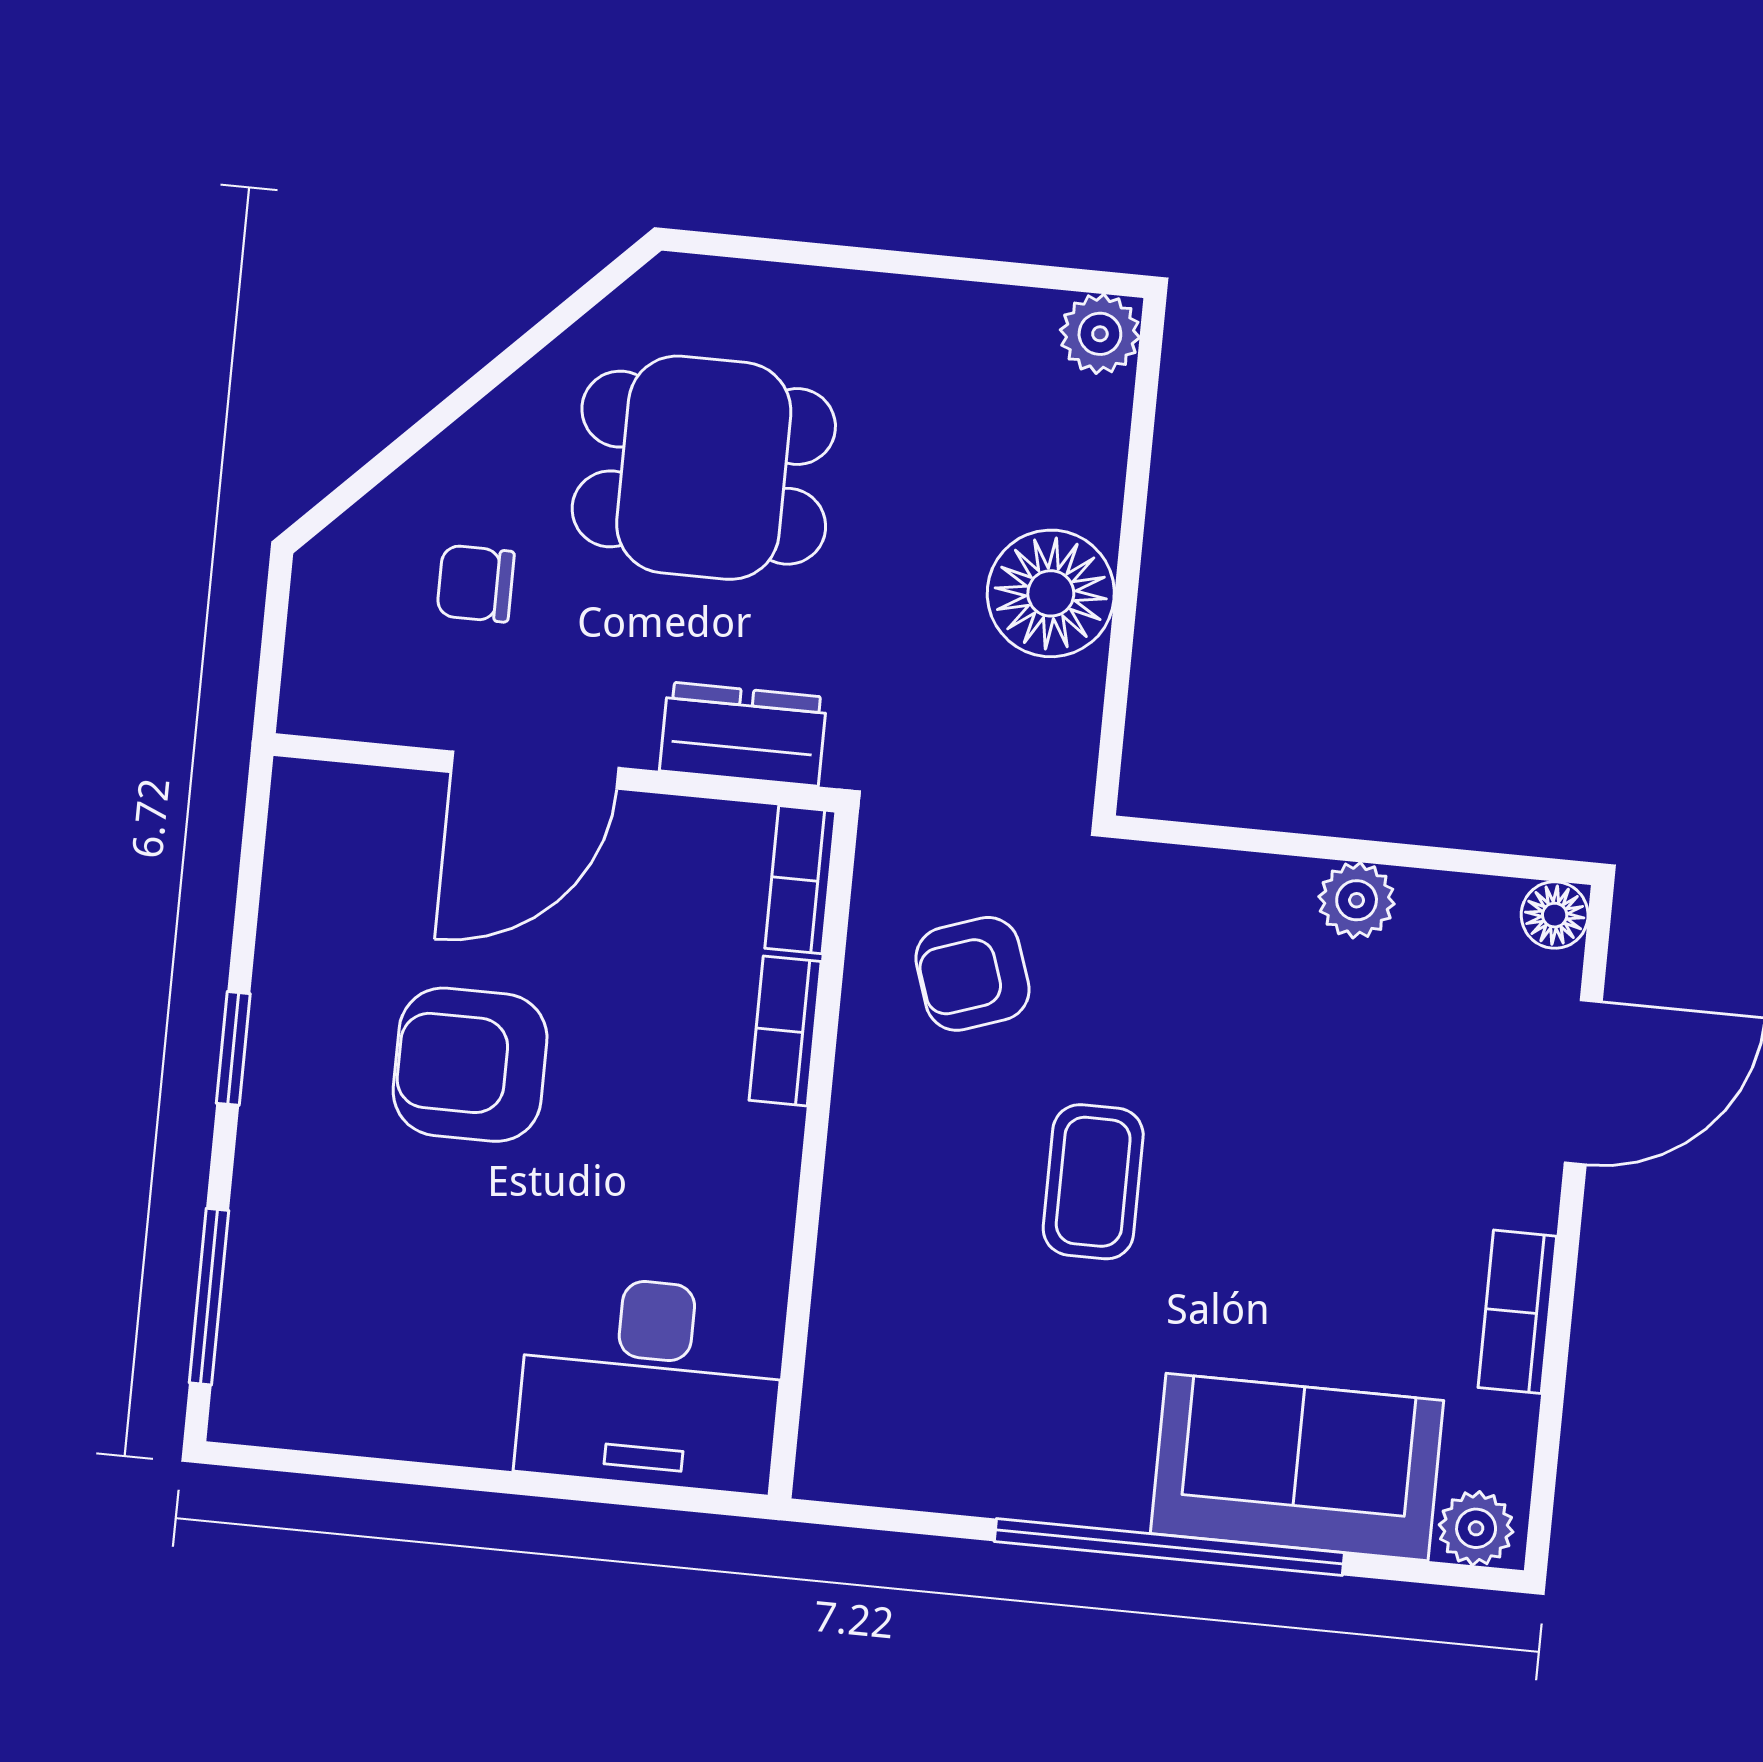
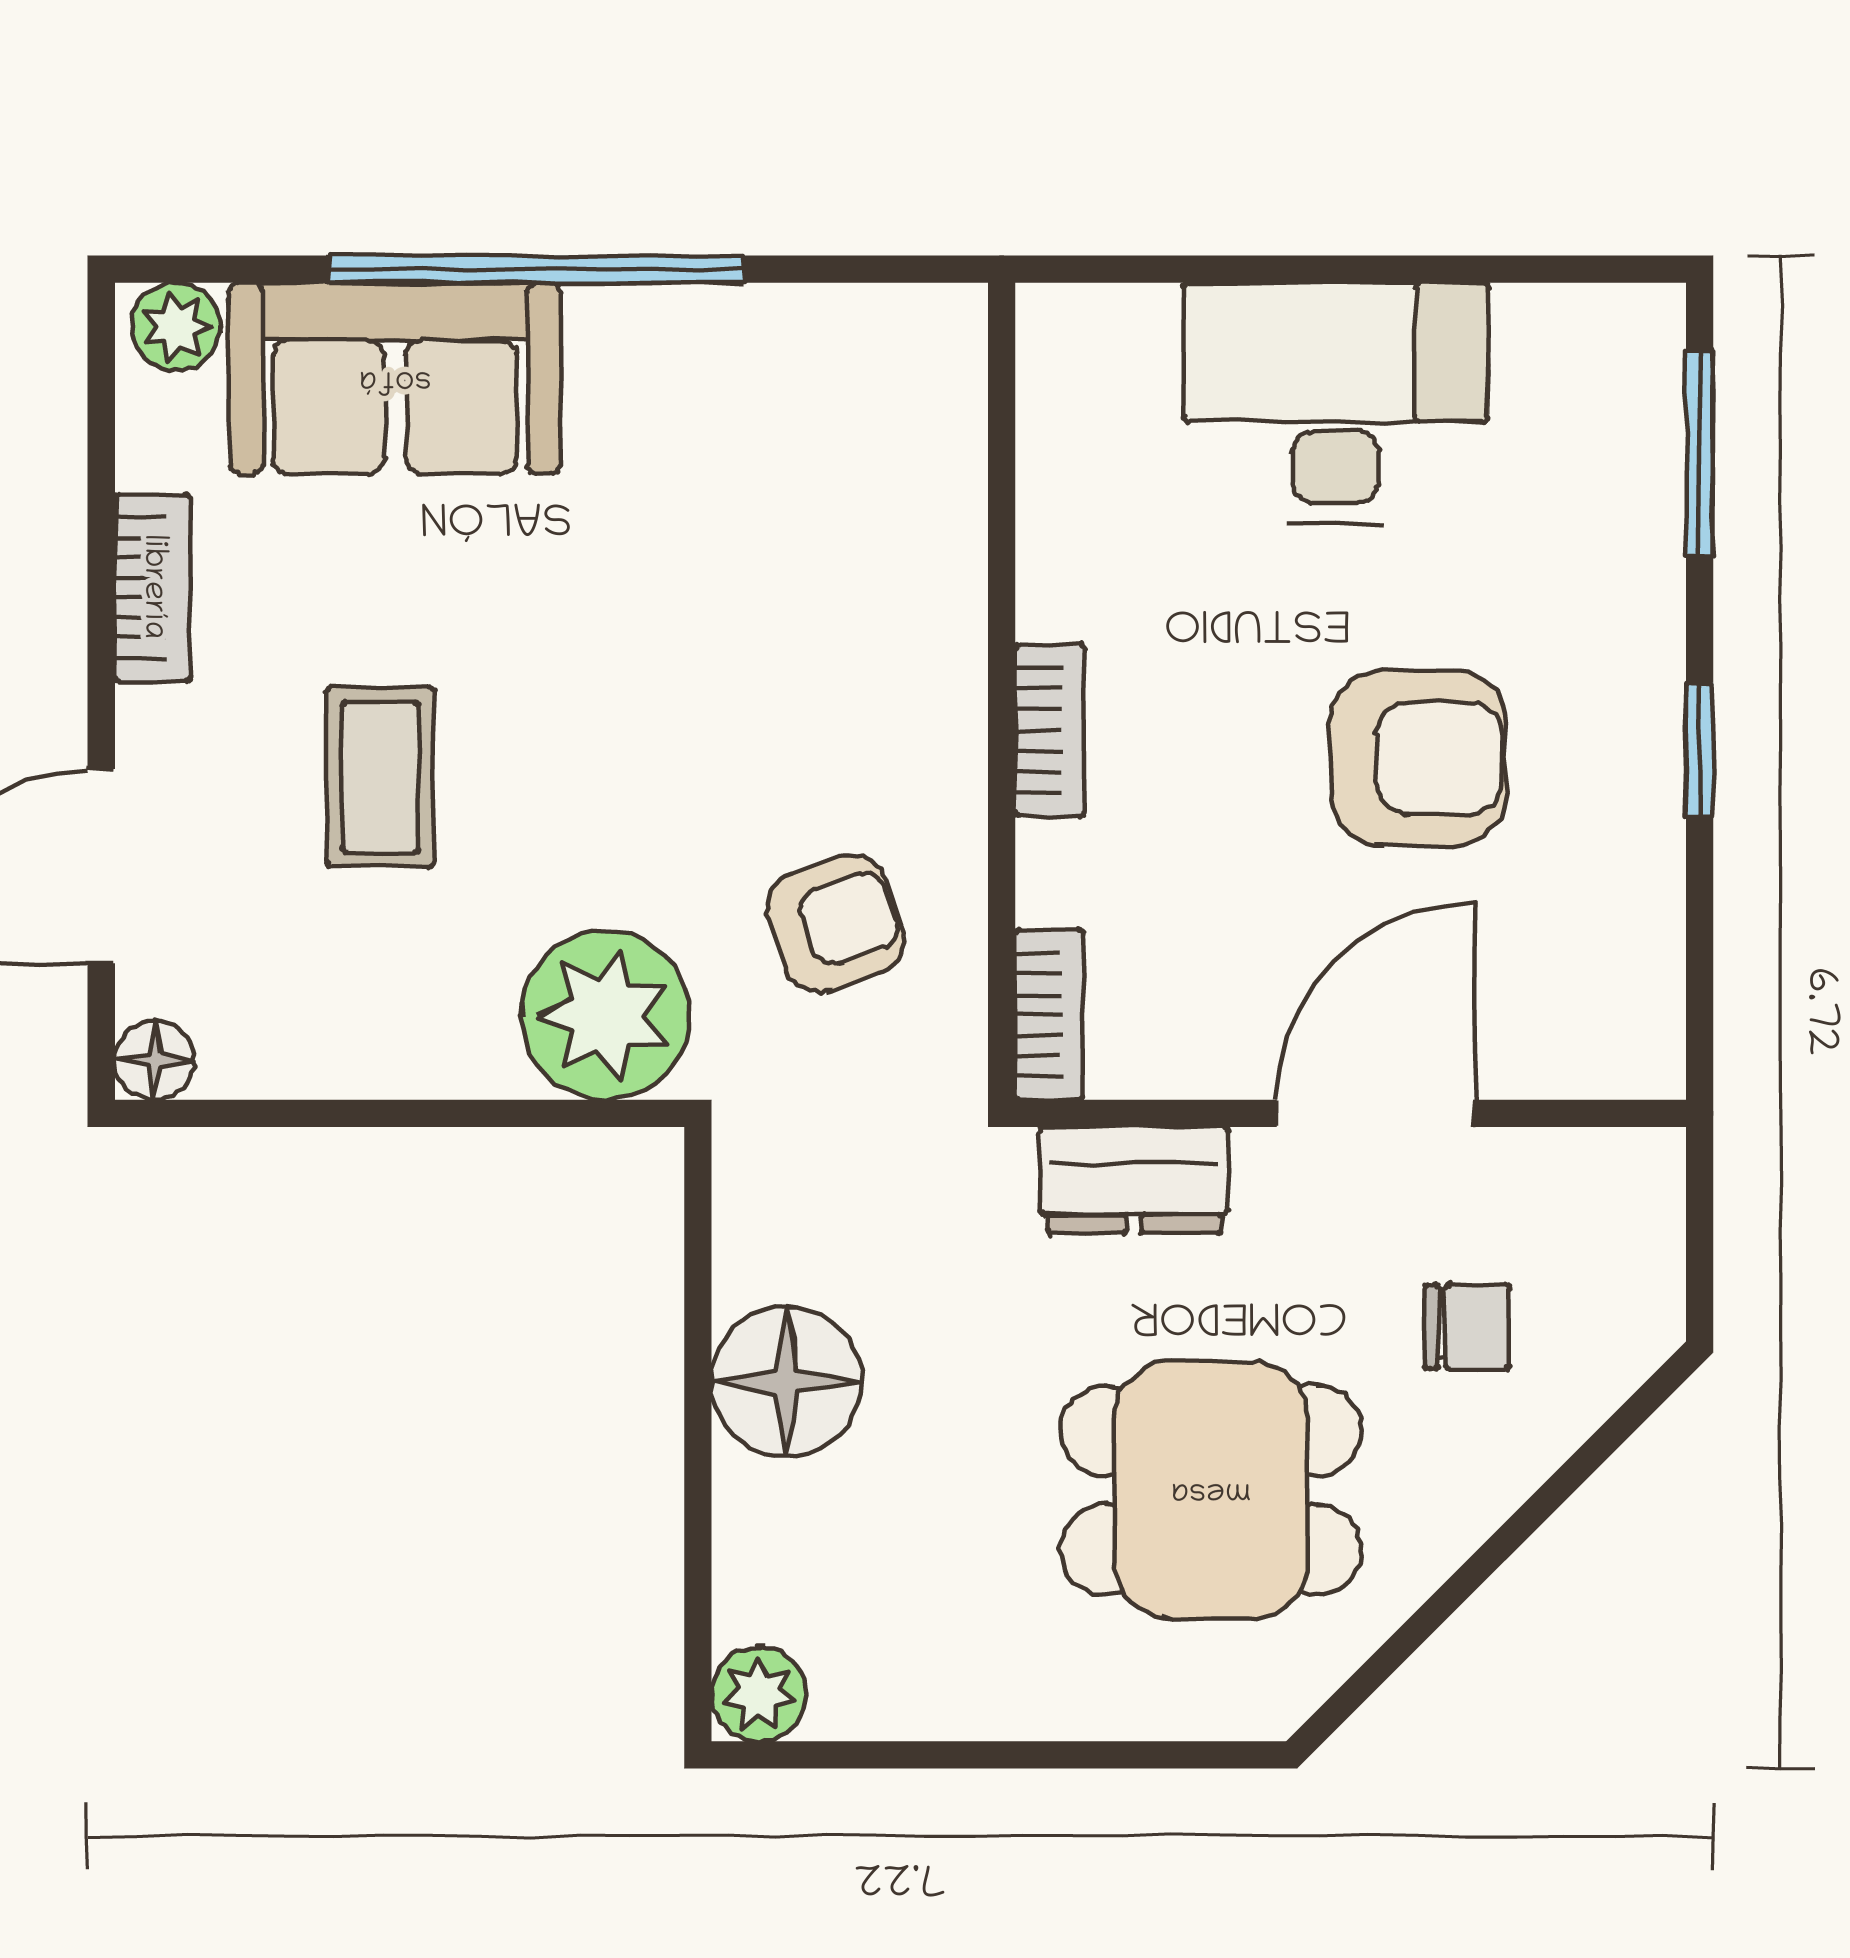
plant: (1357, 900) -> (605, 1015), moved, width x1.87, depth x1.87
bookcase: (785, 1031) -> (1050, 730), moved
coffee table: (1093, 1182) -> (380, 777), moved
desk: (651, 1383) -> (1336, 403), moved

